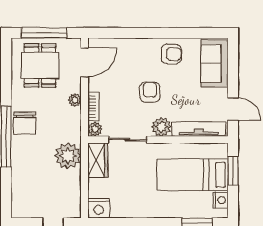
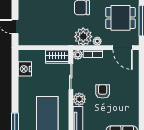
armchair: (171, 54) -> (128, 106), removed
armchair: (150, 92) -> (103, 91), turned -90
plant: (68, 156) -> (83, 37), moved
nightstand: (99, 208) -> (25, 69), moved

